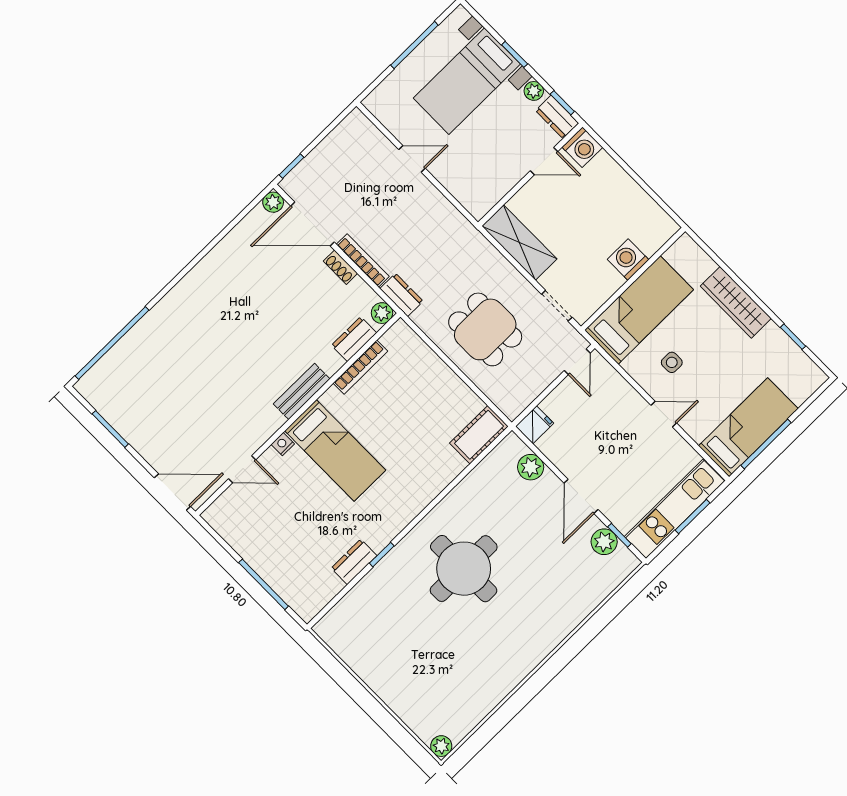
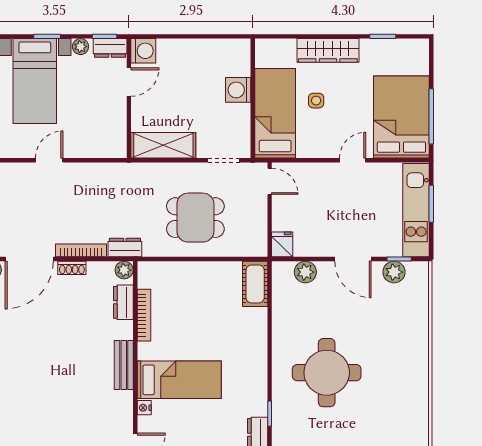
side table: (672, 362) -> (316, 101), moved
bed: (748, 427) -> (401, 117), width x1.50

